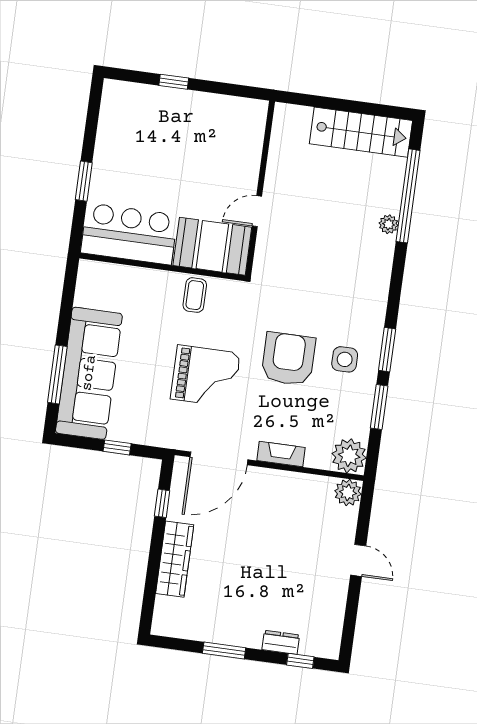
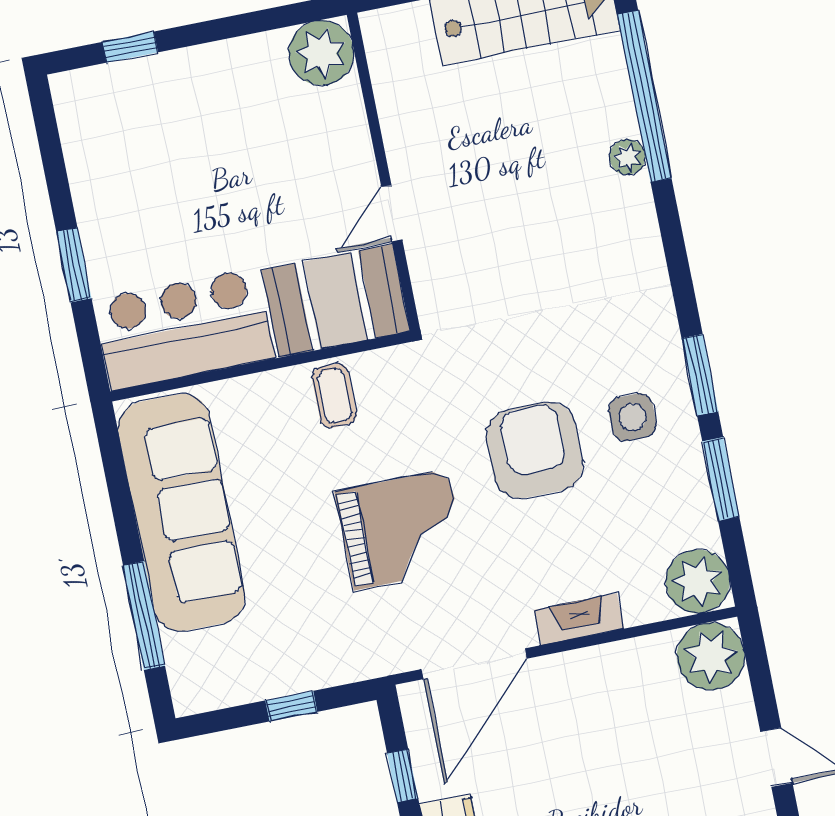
window: (174, 82) -> (130, 47), moved
plant: (249, 116) -> (321, 53), added
sofa: (89, 373) -> (182, 513), moved
plant: (348, 492) -> (711, 656), width x1.36, depth x1.36

